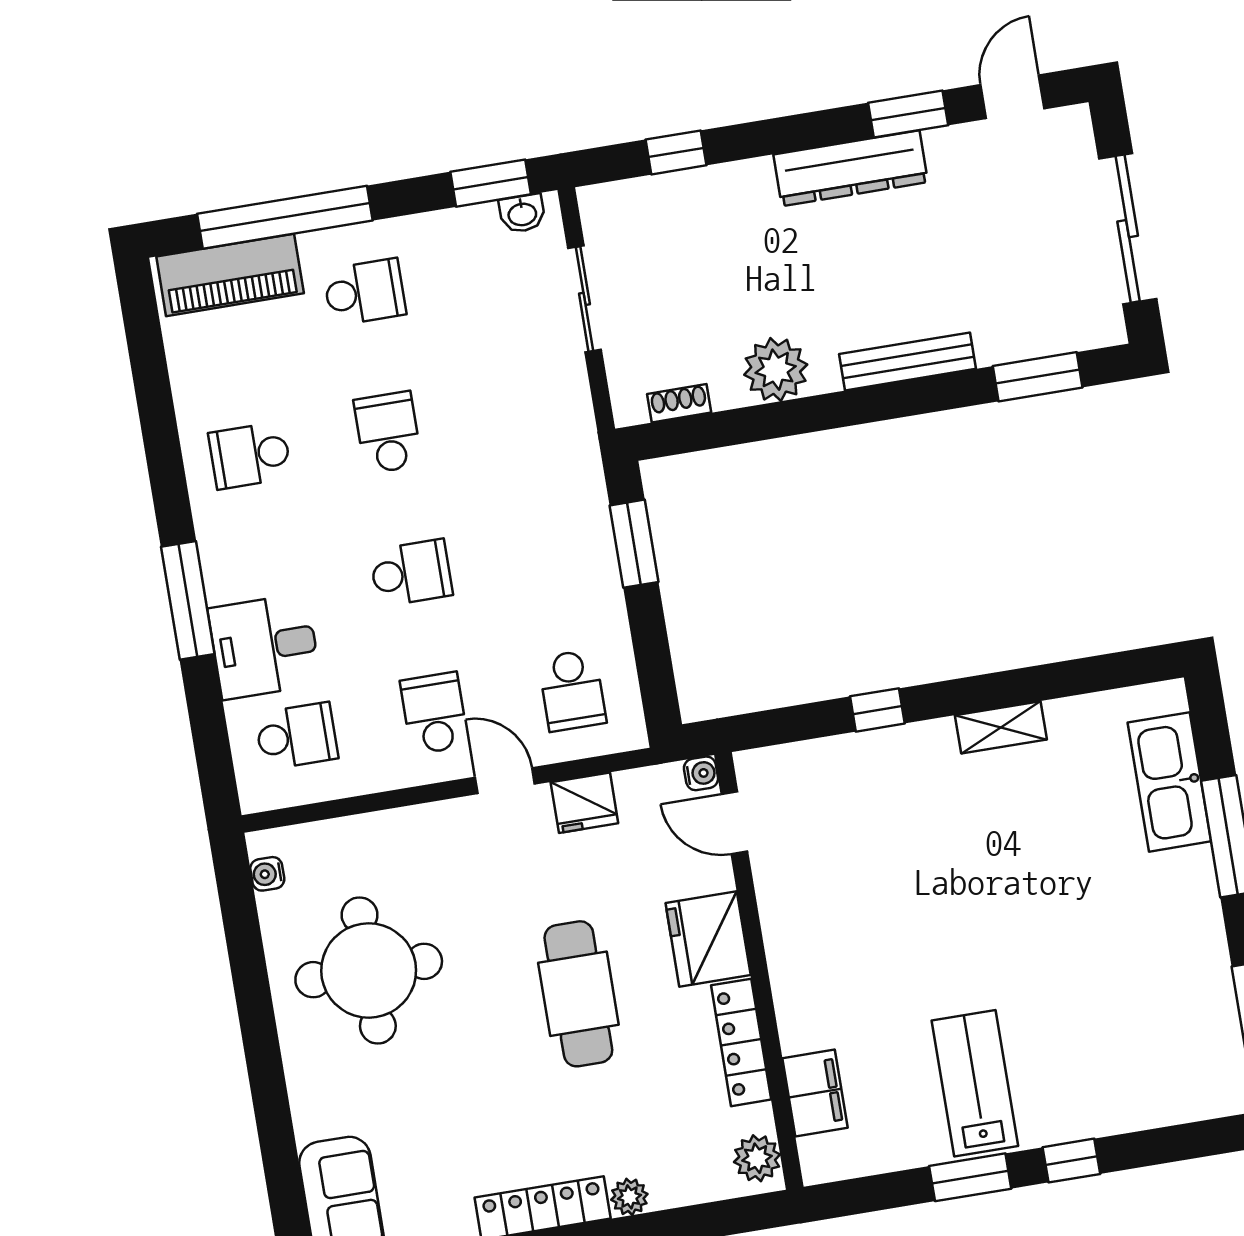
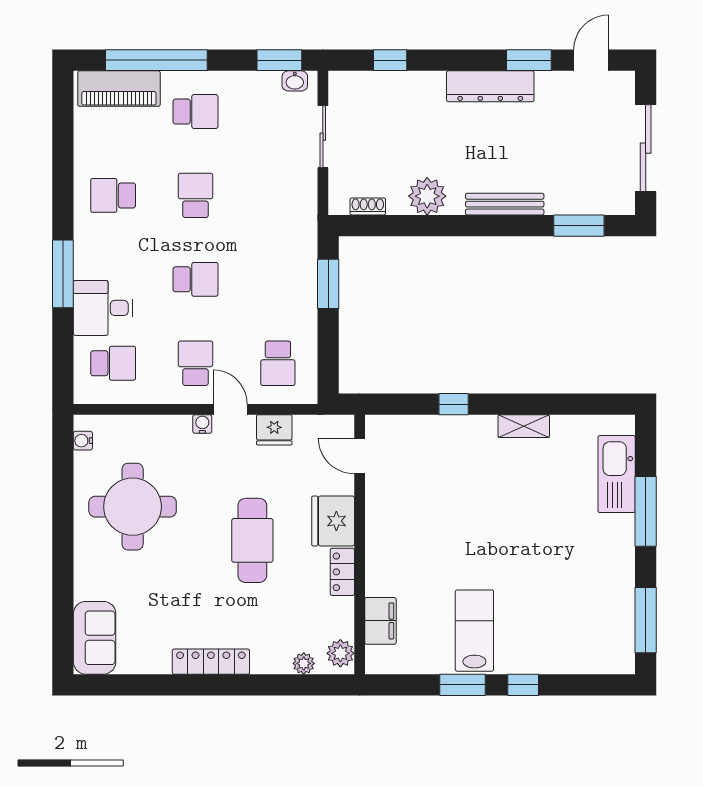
water cooler: (701, 773) -> (202, 424), moved, turned -90
locker: (741, 1042) -> (342, 572), width x0.66
plant: (629, 1197) -> (304, 663), moved

